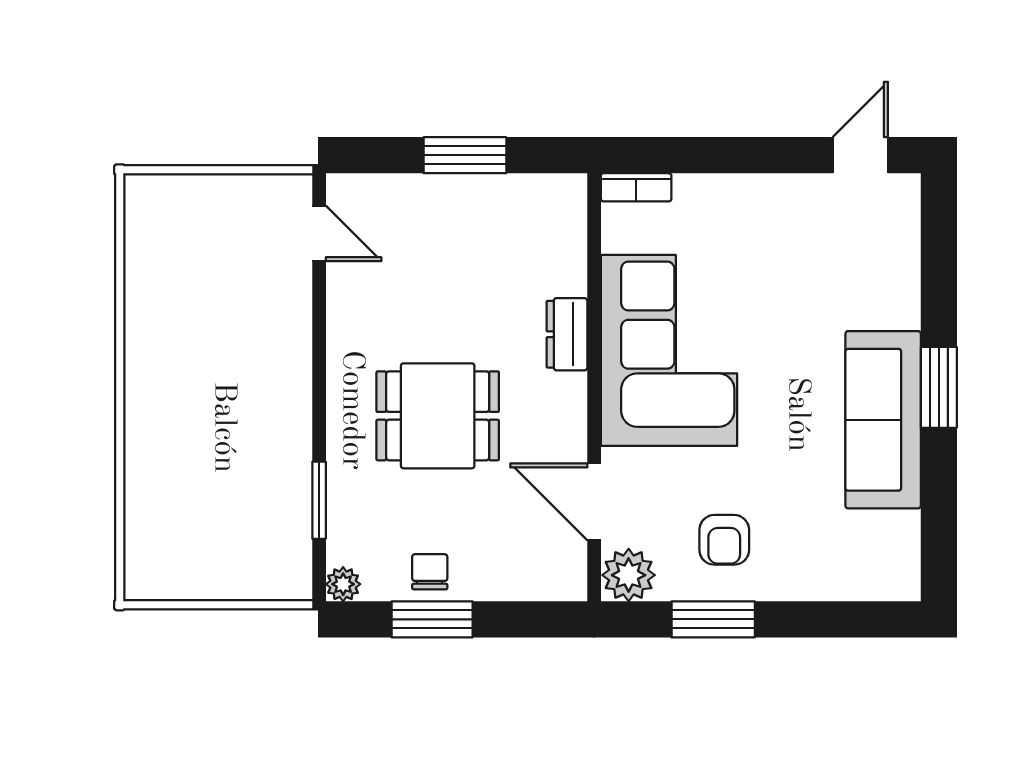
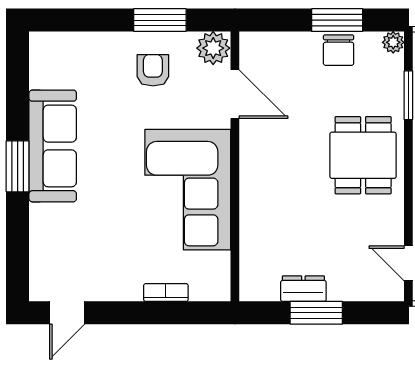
bookcase: (636, 187) -> (166, 293), moved
dresser: (567, 334) -> (303, 289), moved, turned -90
dining table: (438, 416) -> (363, 155), moved, turned 90
chair: (430, 572) -> (339, 50), width x1.37, depth x1.37

